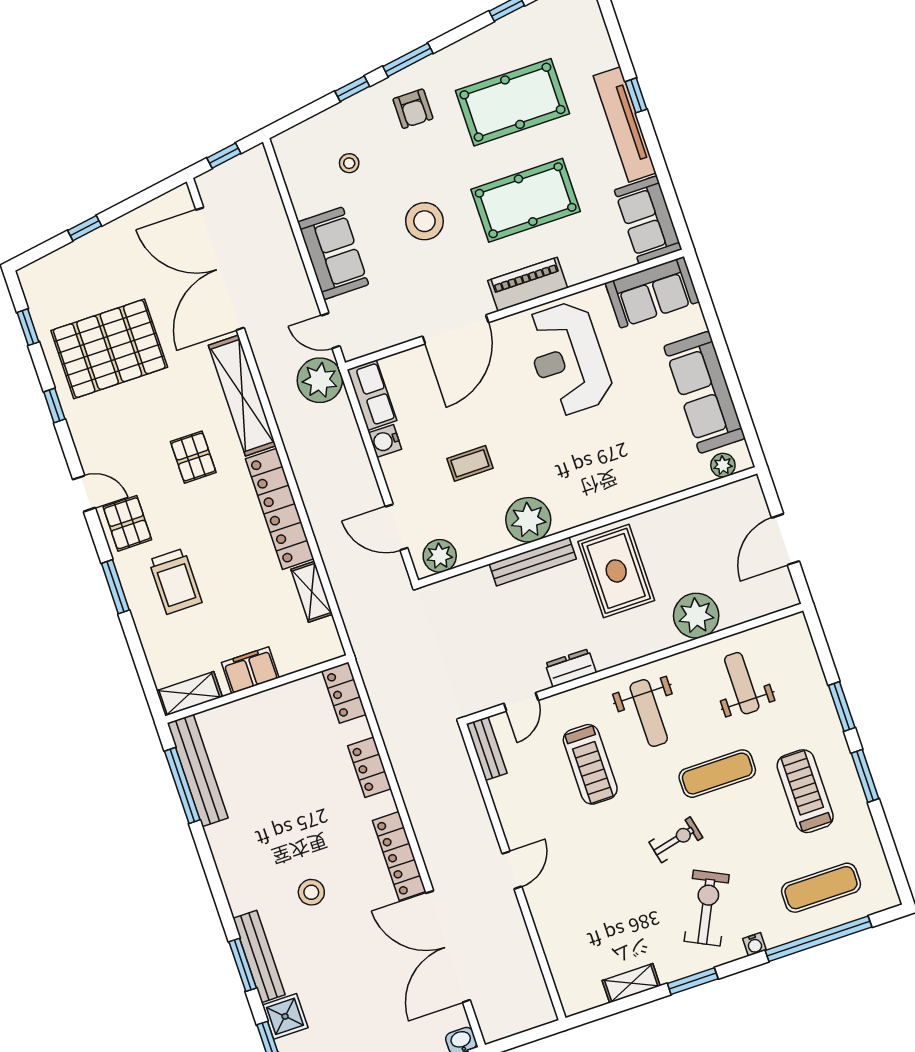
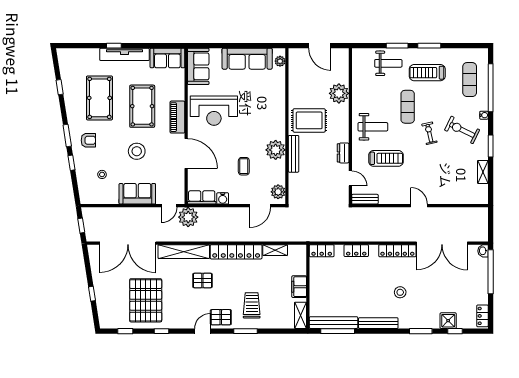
trolley: (175, 581) -> (252, 305), turned -90
weight bench: (742, 683) -> (388, 63), moved, turned 180
bench: (259, 956) -> (378, 323), moved

